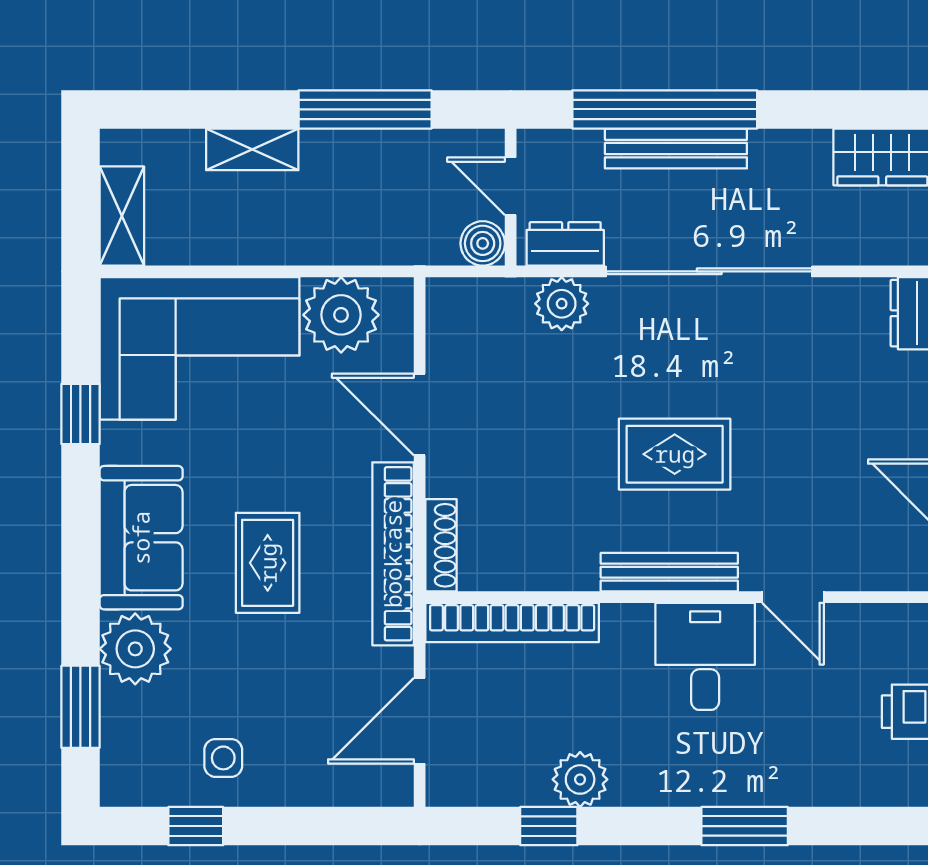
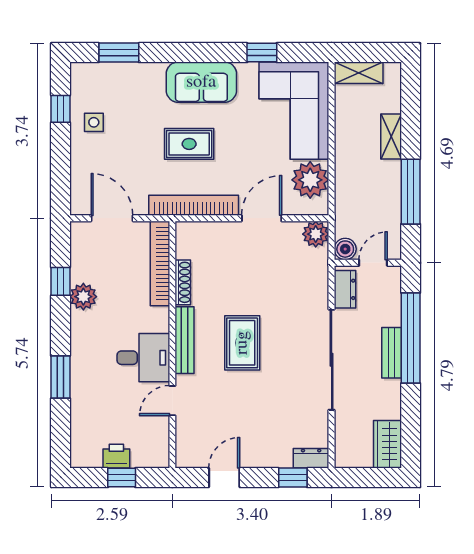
bench: (676, 149) -> (392, 353), width x0.73
plant: (562, 304) -> (316, 234), moved
shoe rack: (441, 545) -> (183, 282), moved, turned -90
plant: (135, 649) -> (147, 79), removed

